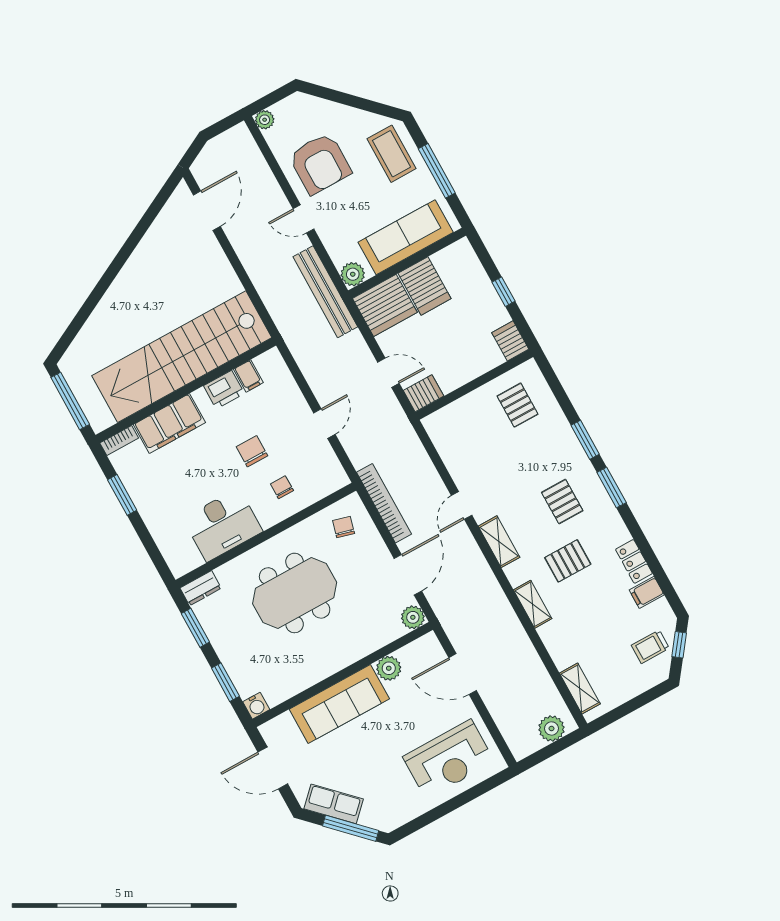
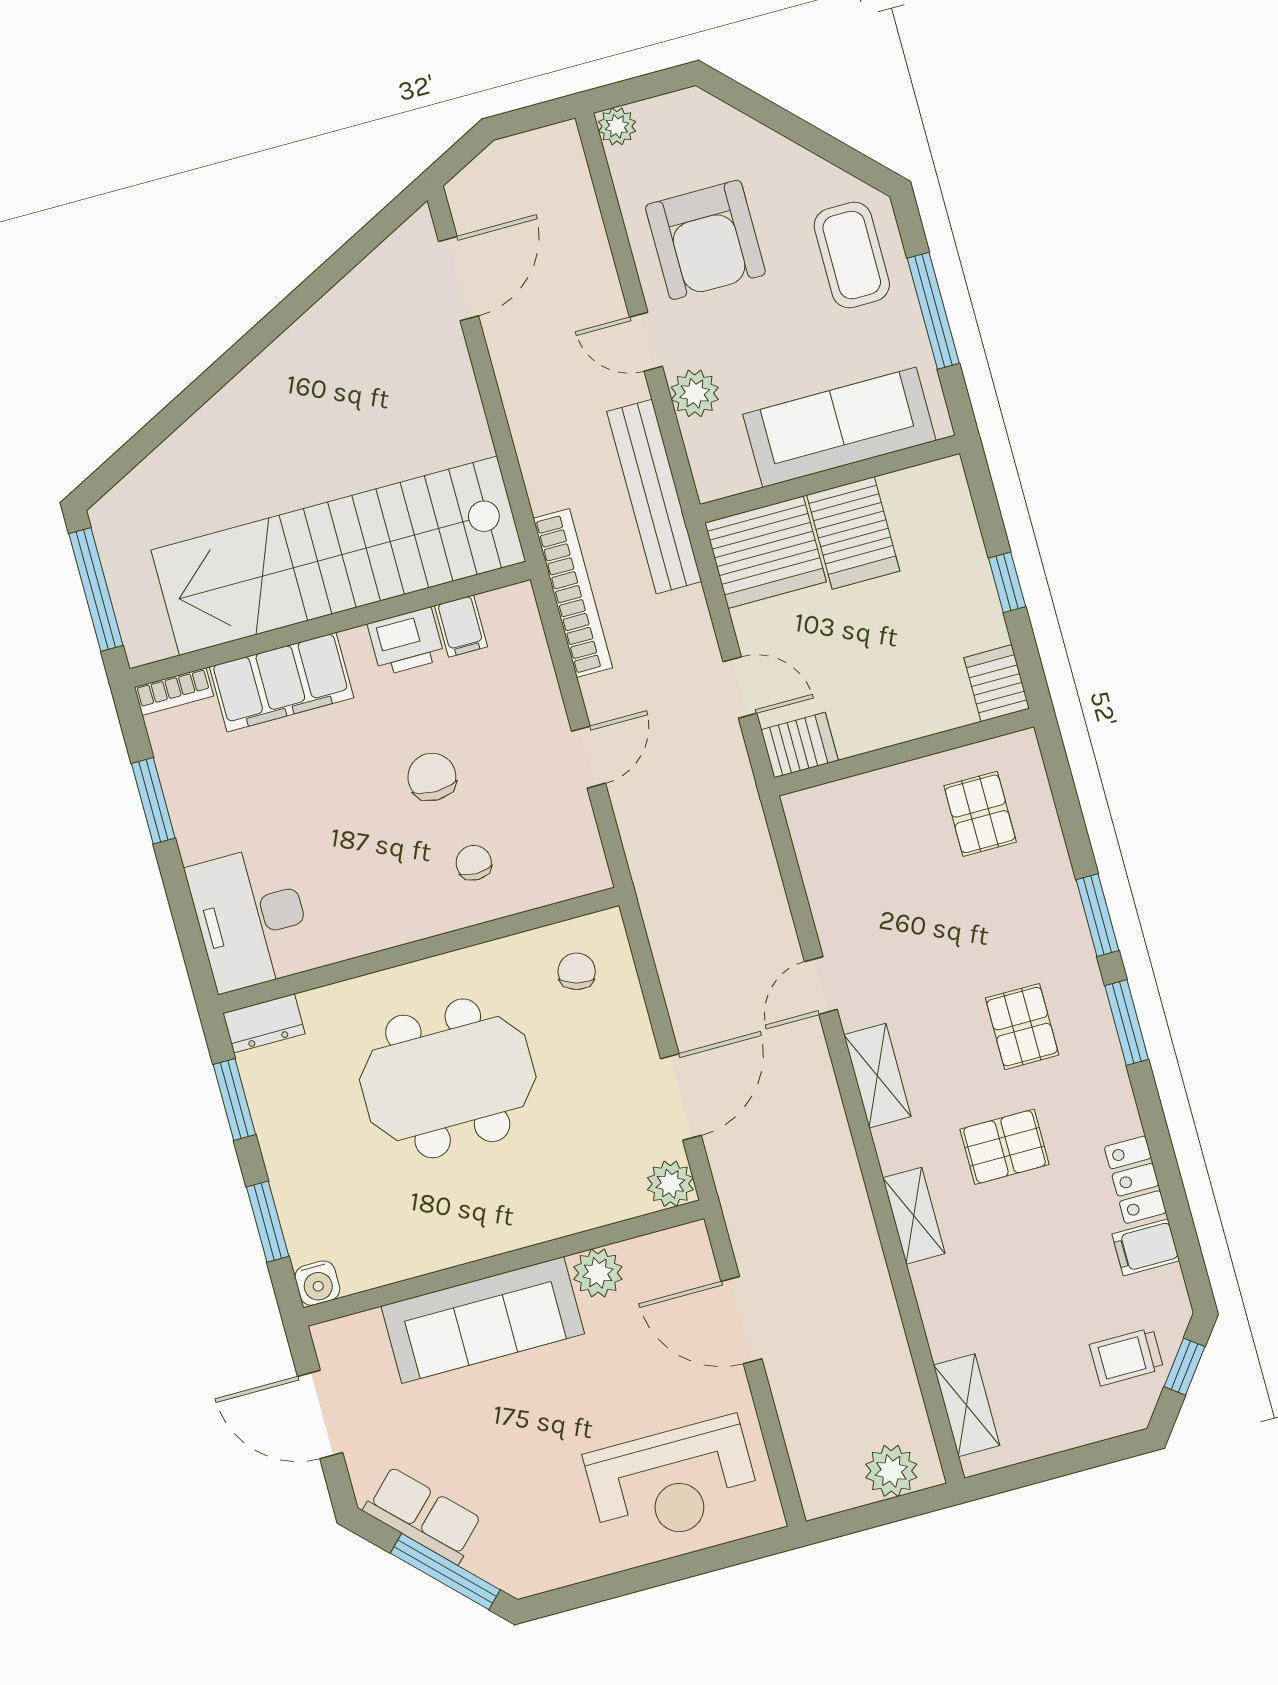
plant: (353, 274) -> (695, 393), moved
bookcase: (384, 503) -> (573, 593), moved
desk: (223, 525) -> (251, 918), moved, turned 90

